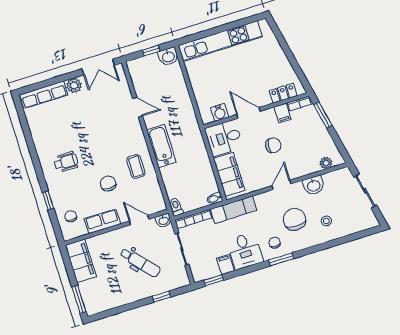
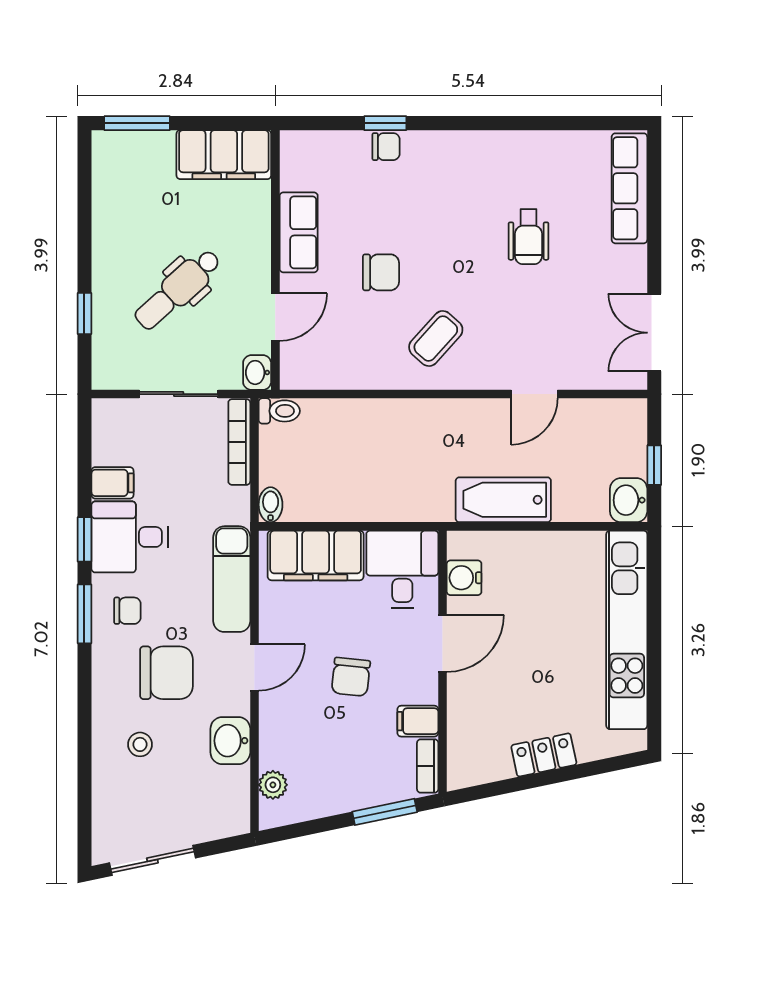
plant: (74, 85) -> (629, 264), removed
locker: (283, 93) -> (544, 755), moved, turned -102
bathtub: (161, 146) -> (503, 500), moved, turned 180
wheelchair: (66, 162) -> (529, 237), moved
coffee table: (136, 166) -> (436, 339), moved, turned -48
door: (281, 185) -> (254, 667), hinge flipped
sliding door: (365, 191) -> (152, 860), moved
exam couch: (234, 210) -> (232, 579), moved
chair: (71, 216) -> (386, 147), moved
window: (214, 280) -> (84, 539), moved

